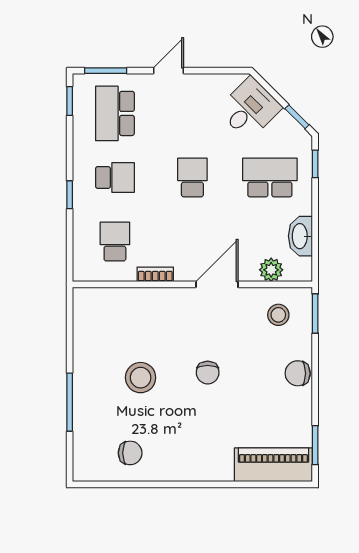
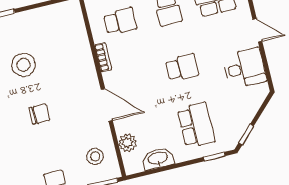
desk: (250, 109) -> (245, 68), moved, turned -45
chair: (208, 373) -> (39, 114), turned 180

